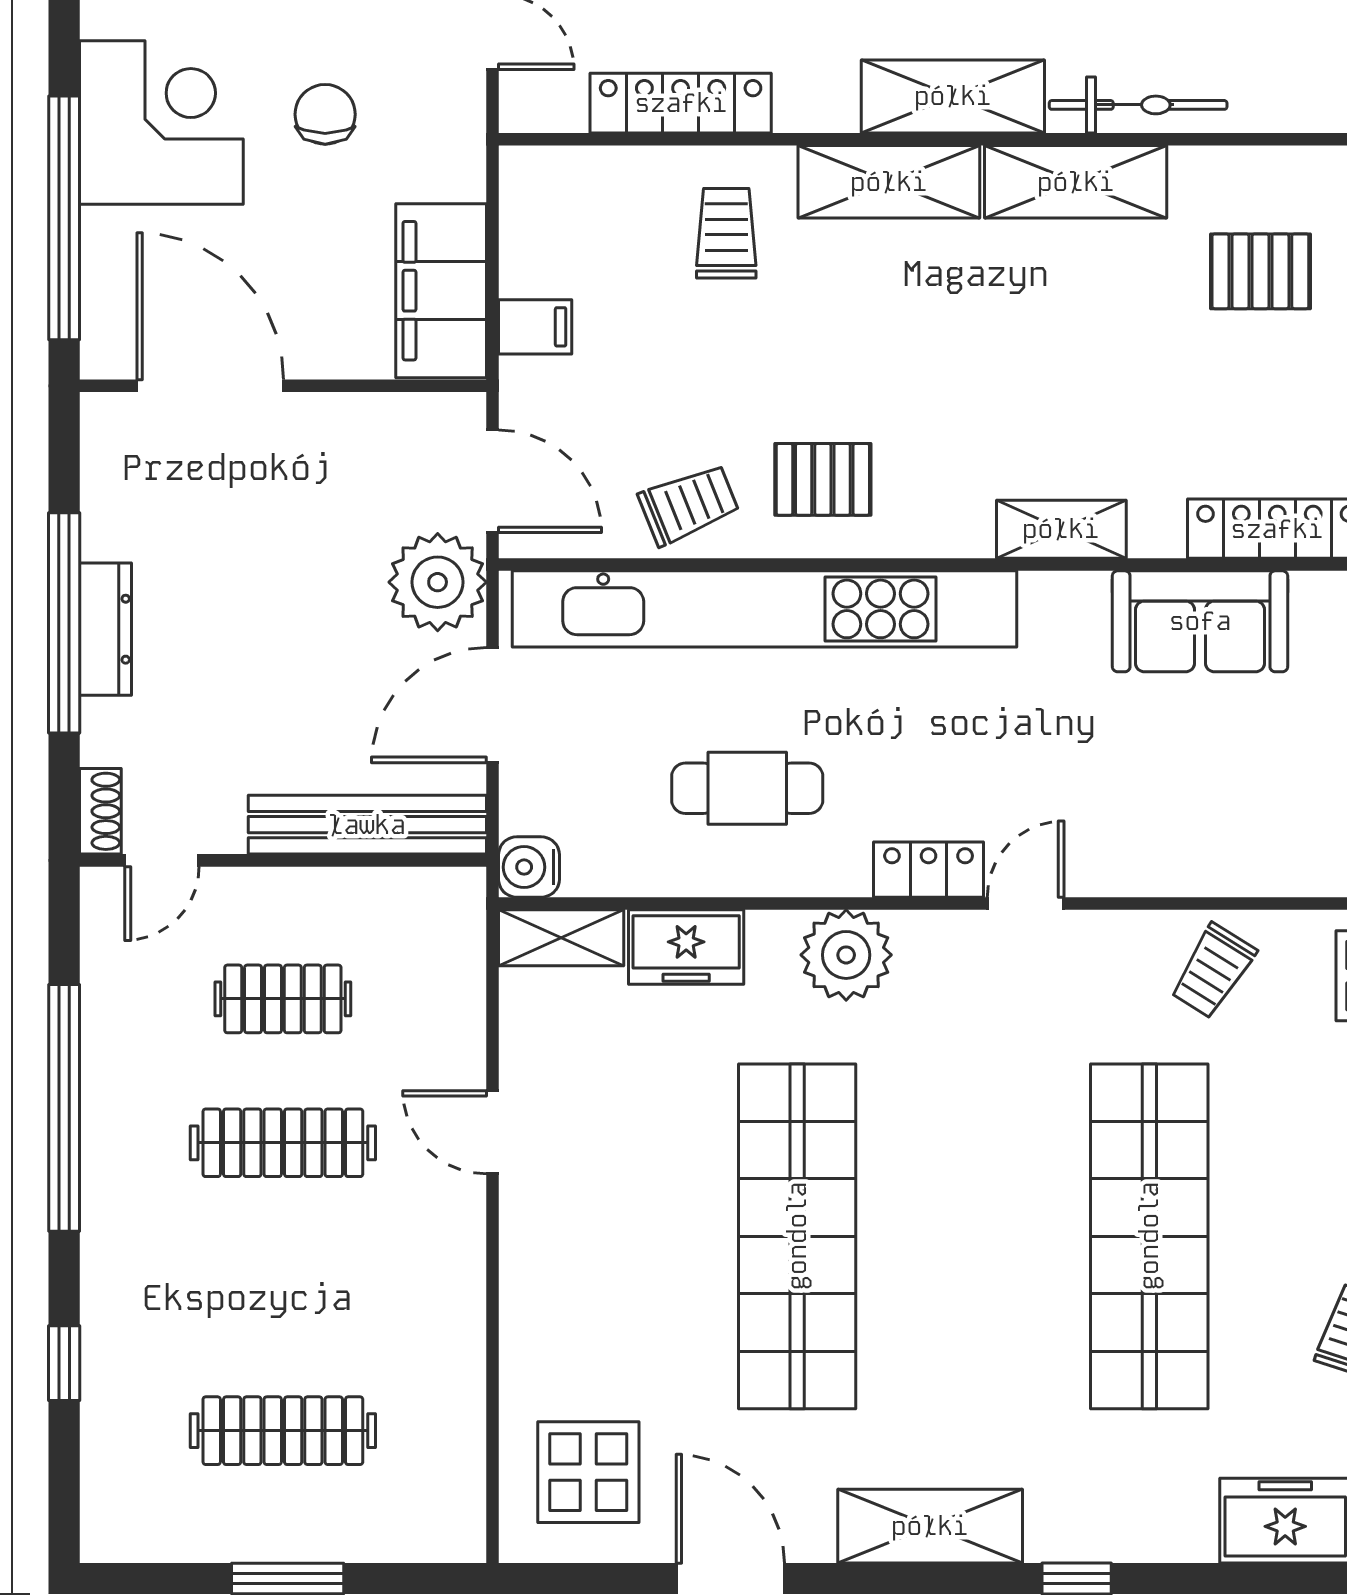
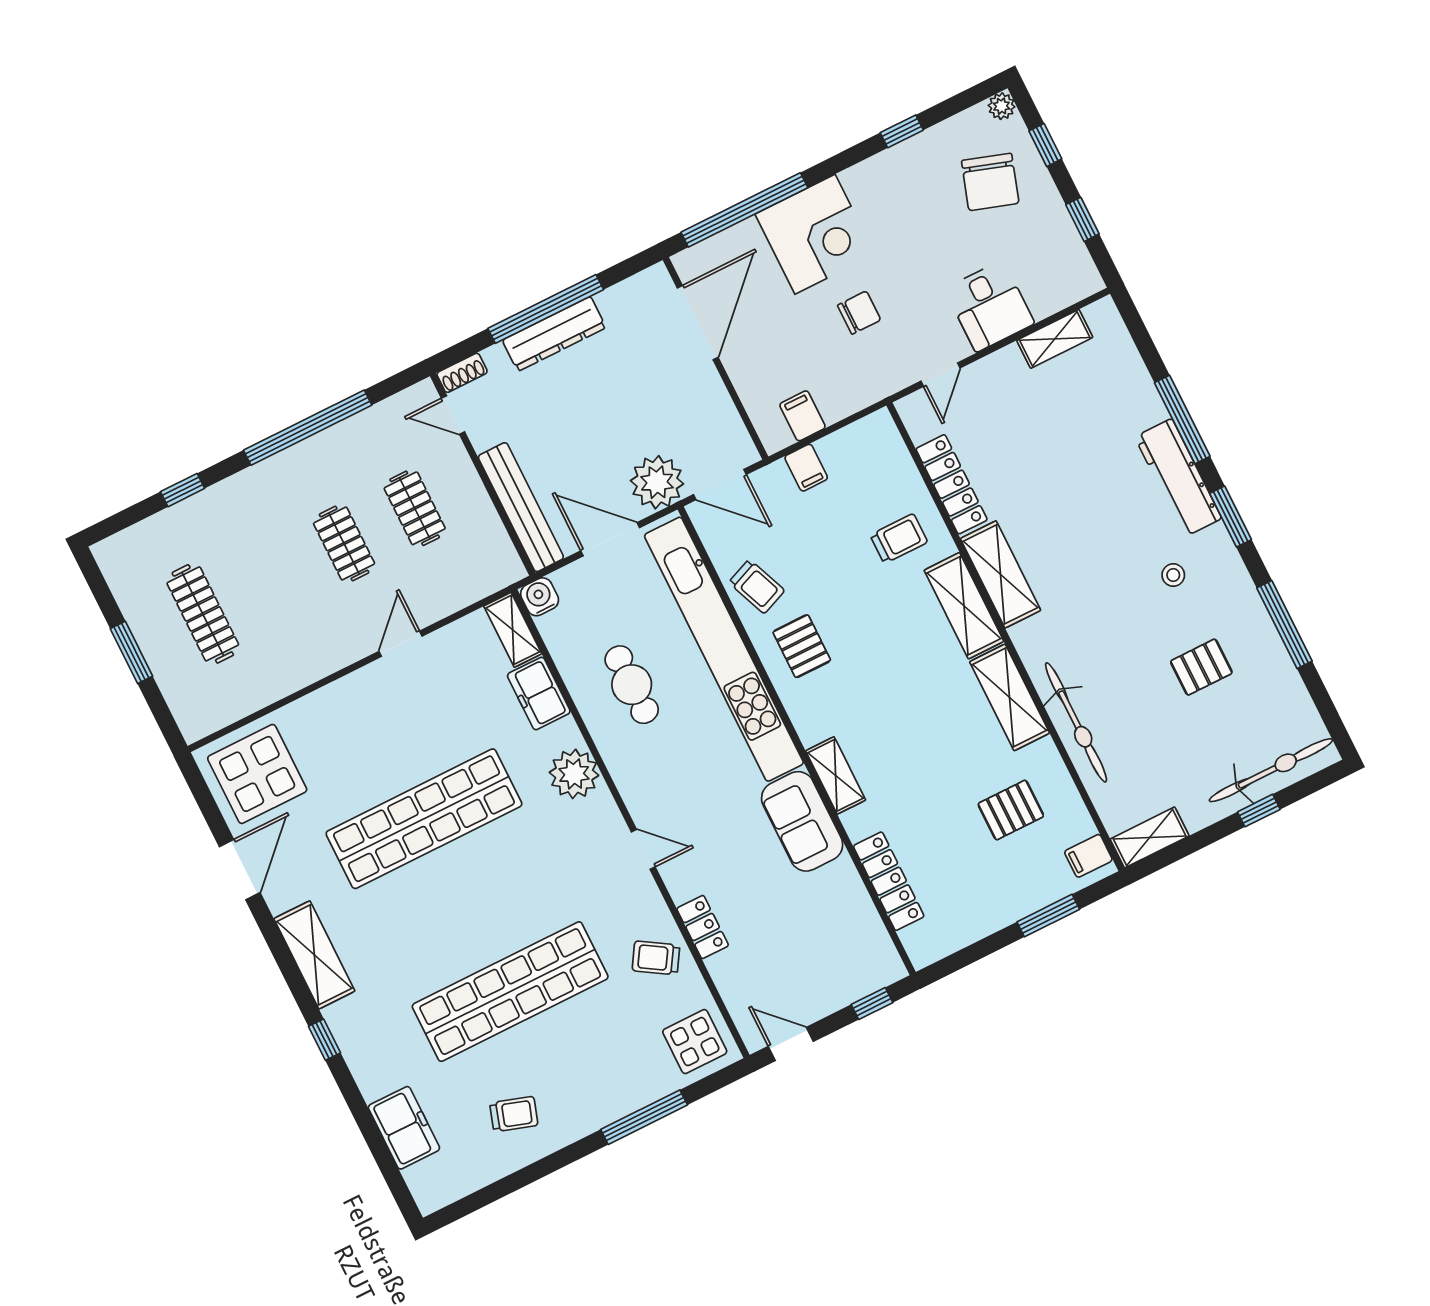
shelving: (953, 96) -> (1001, 574), moved
bicycle: (1138, 105) -> (1076, 722), width x1.37, depth x1.40
pallet: (1260, 271) -> (1011, 810), turned 90
filing cabinet: (441, 291) -> (802, 416), width x0.33, depth x0.86
door: (492, 481) -> (720, 485), hinge flipped
sofa: (1200, 621) -> (802, 821), moved
dresser: (105, 629) -> (554, 334), width x1.37, depth x1.24
locker: (929, 870) -> (703, 927), moved
clothes rail: (283, 1143) -> (344, 544), width x0.73
display table: (588, 1472) -> (257, 774), width x1.36, depth x1.36

